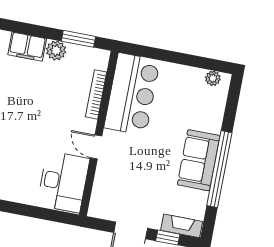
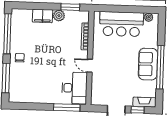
bar counter: (132, 94) -> (121, 24), moved, turned 90
window: (44, 214) -> (67, 107), added

